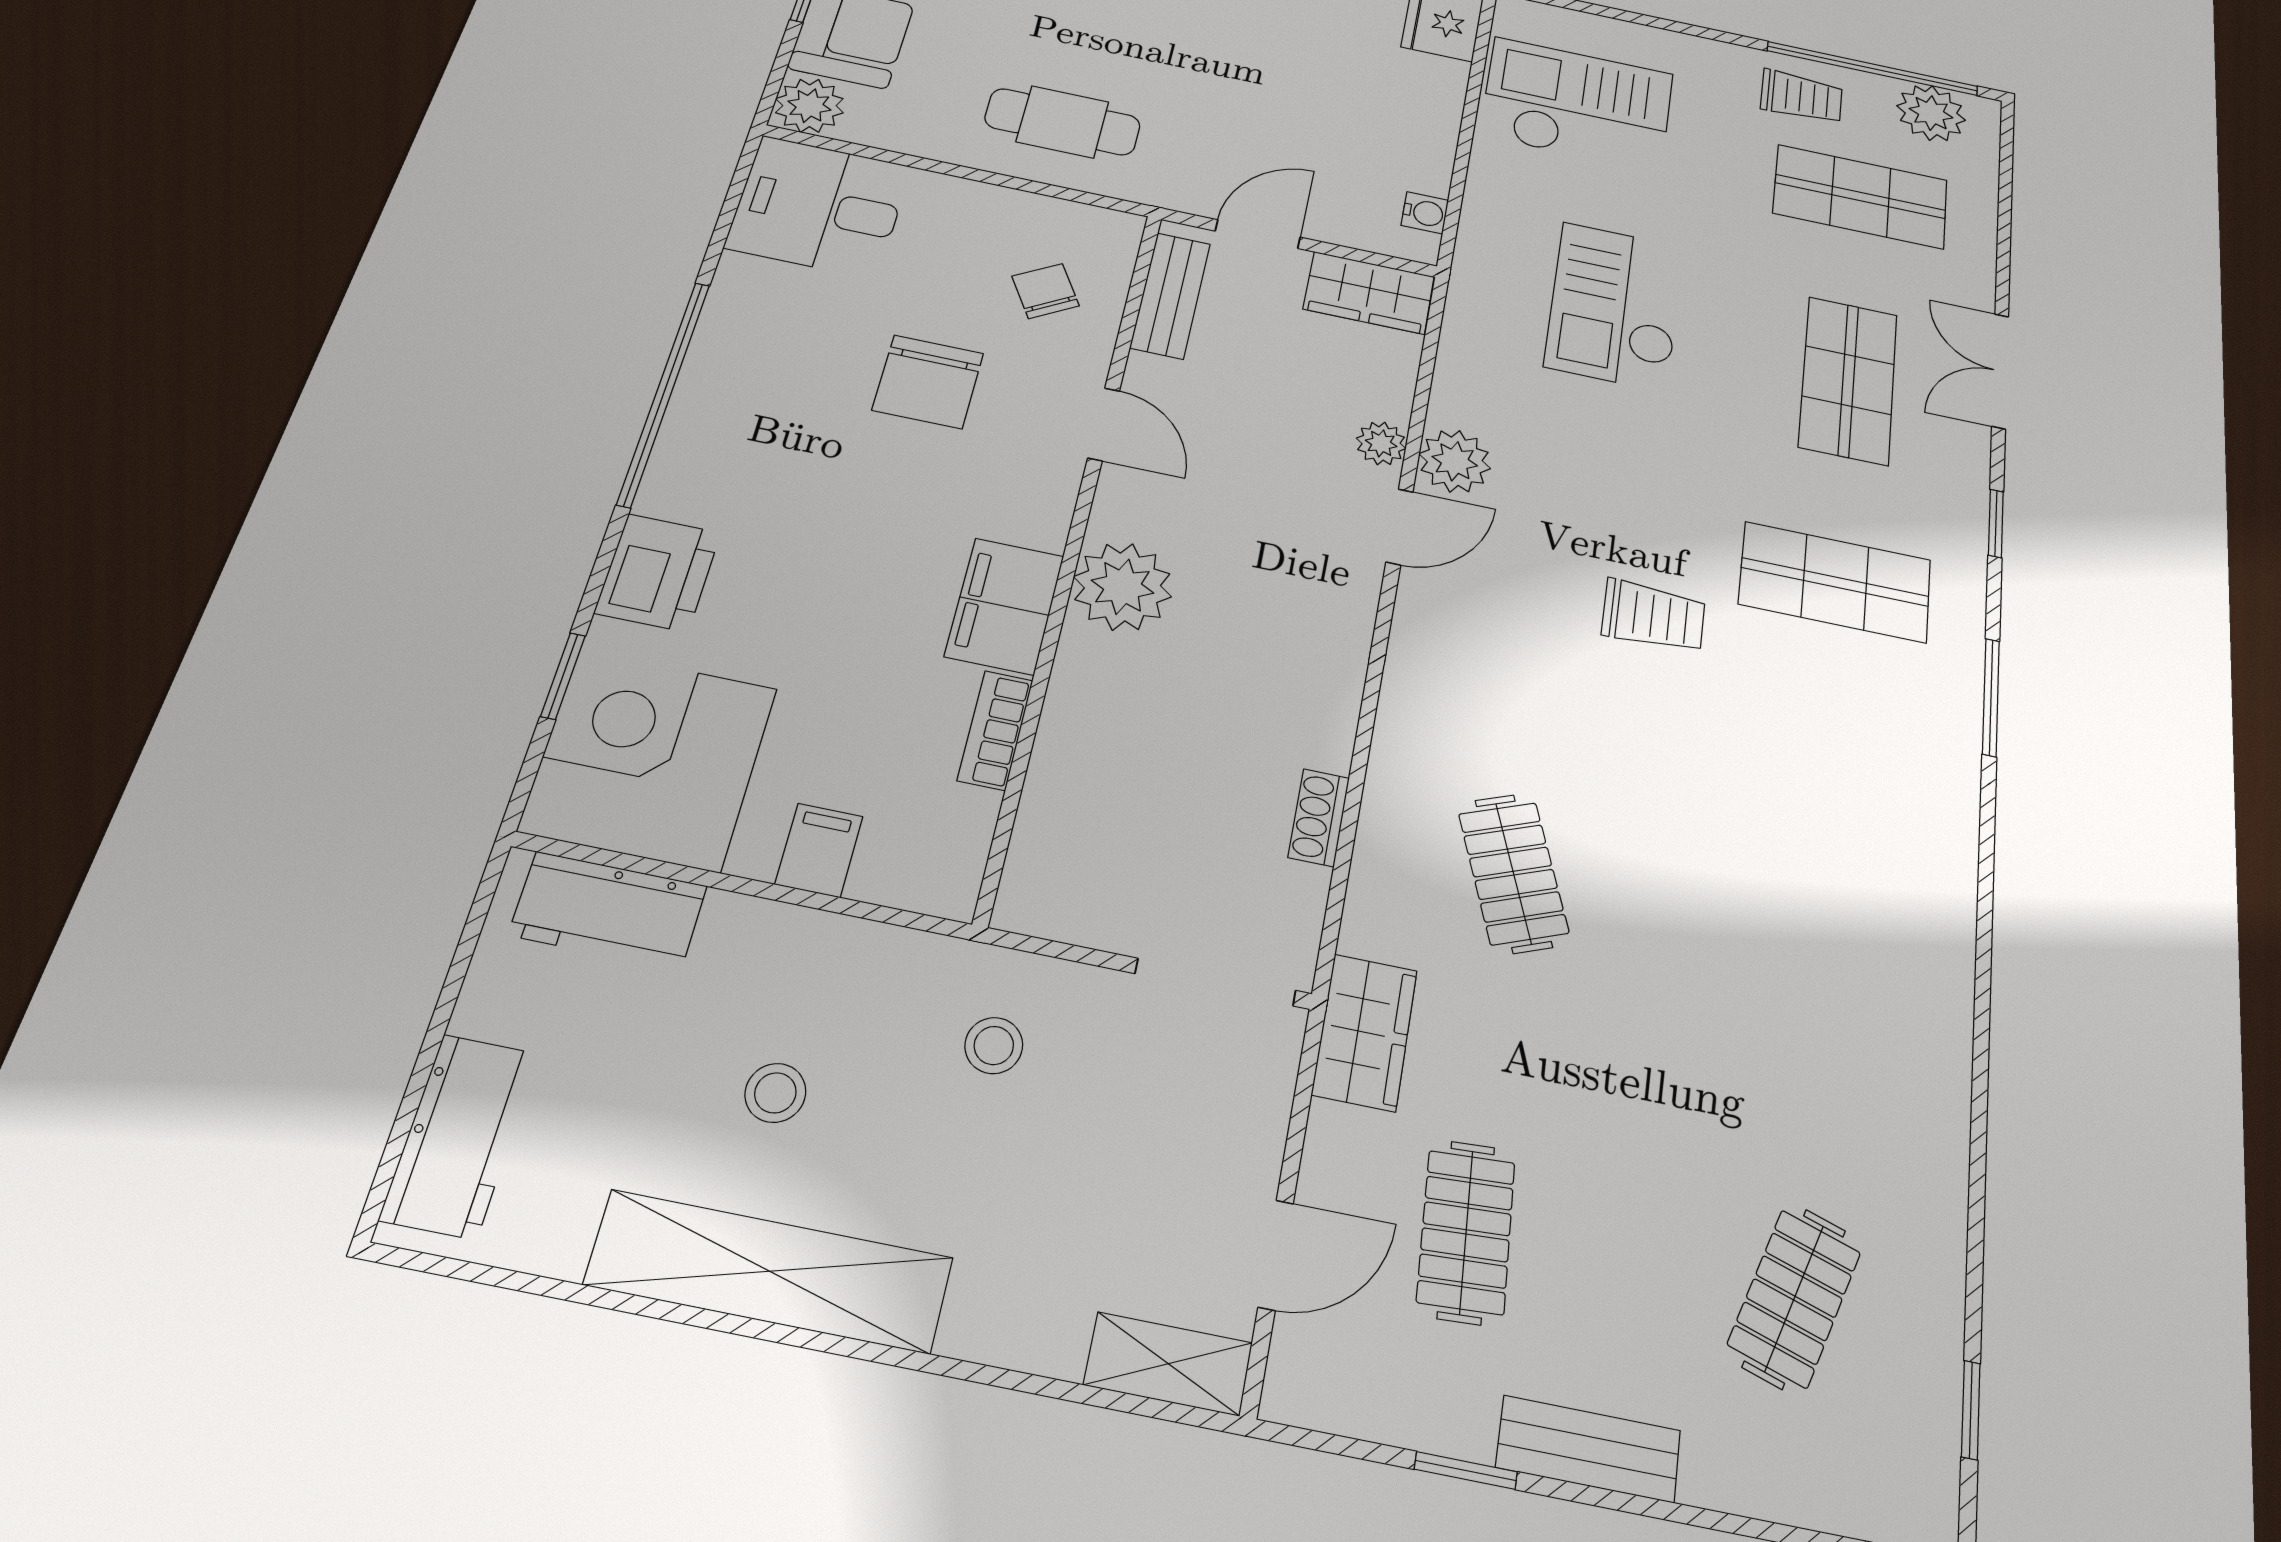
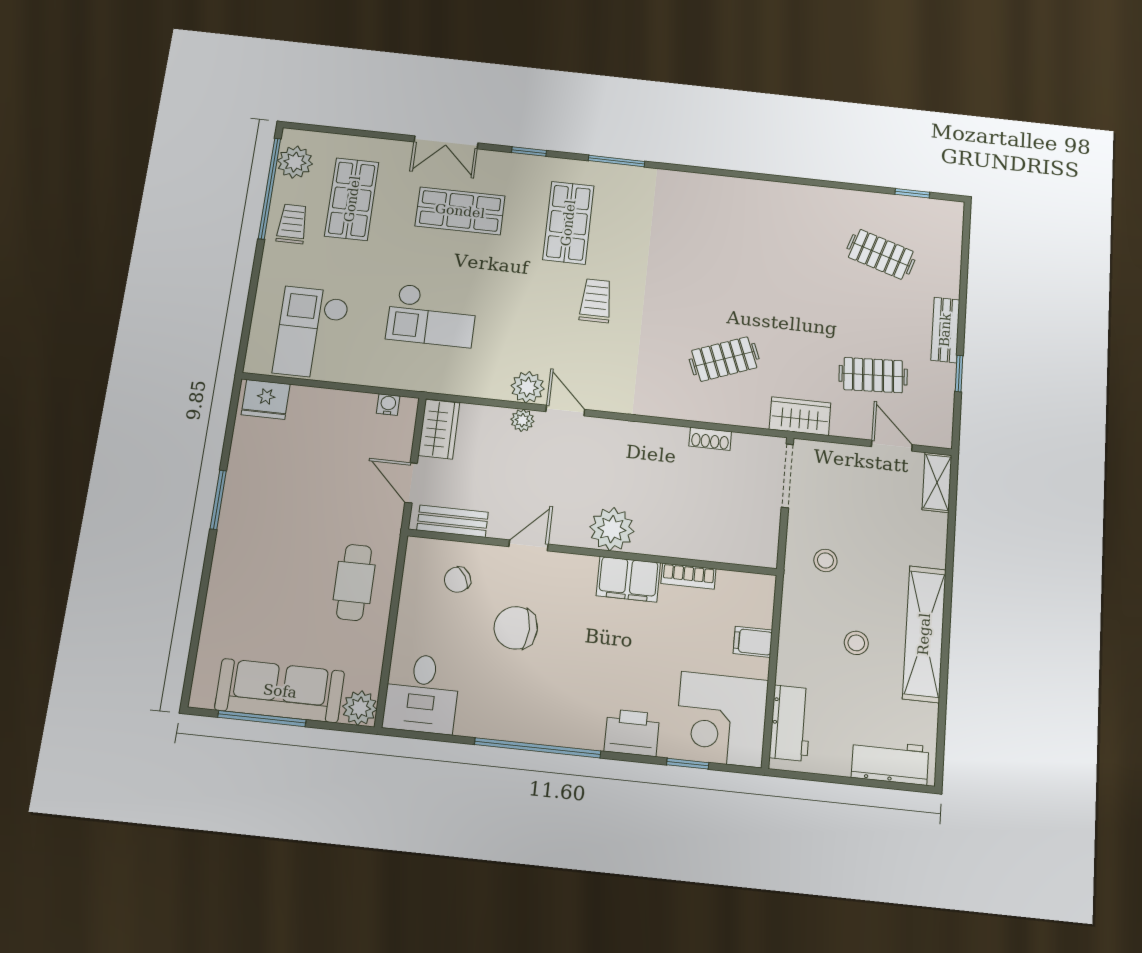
chair: (928, 382) -> (516, 628), turned 180

